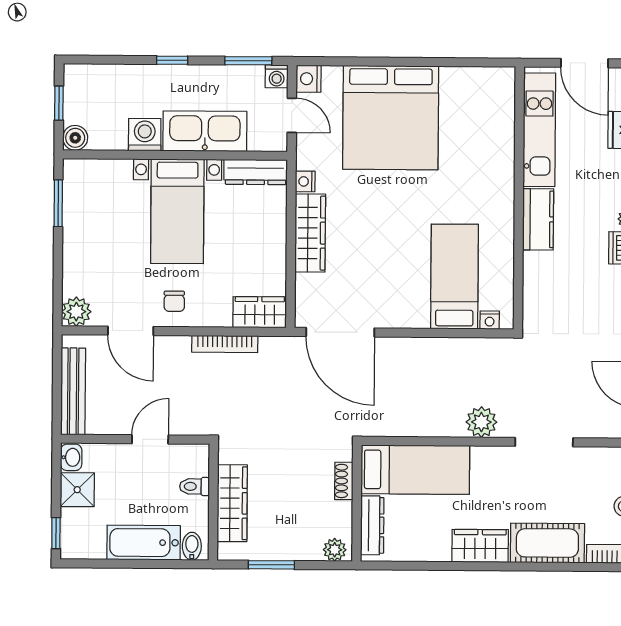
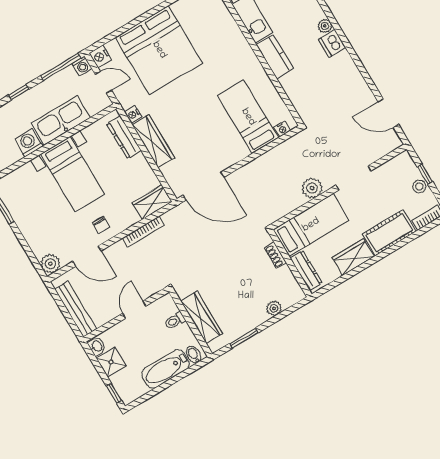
window: (248, 61) -> (61, 67), width x1.44
dresser: (256, 172) -> (124, 137), moved, turned 90
bed: (415, 470) -> (311, 225), moved
shoe rack: (344, 481) -> (275, 255), moved
wall: (357, 503) -> (290, 263), moved
dresser: (372, 525) -> (306, 270), moved

